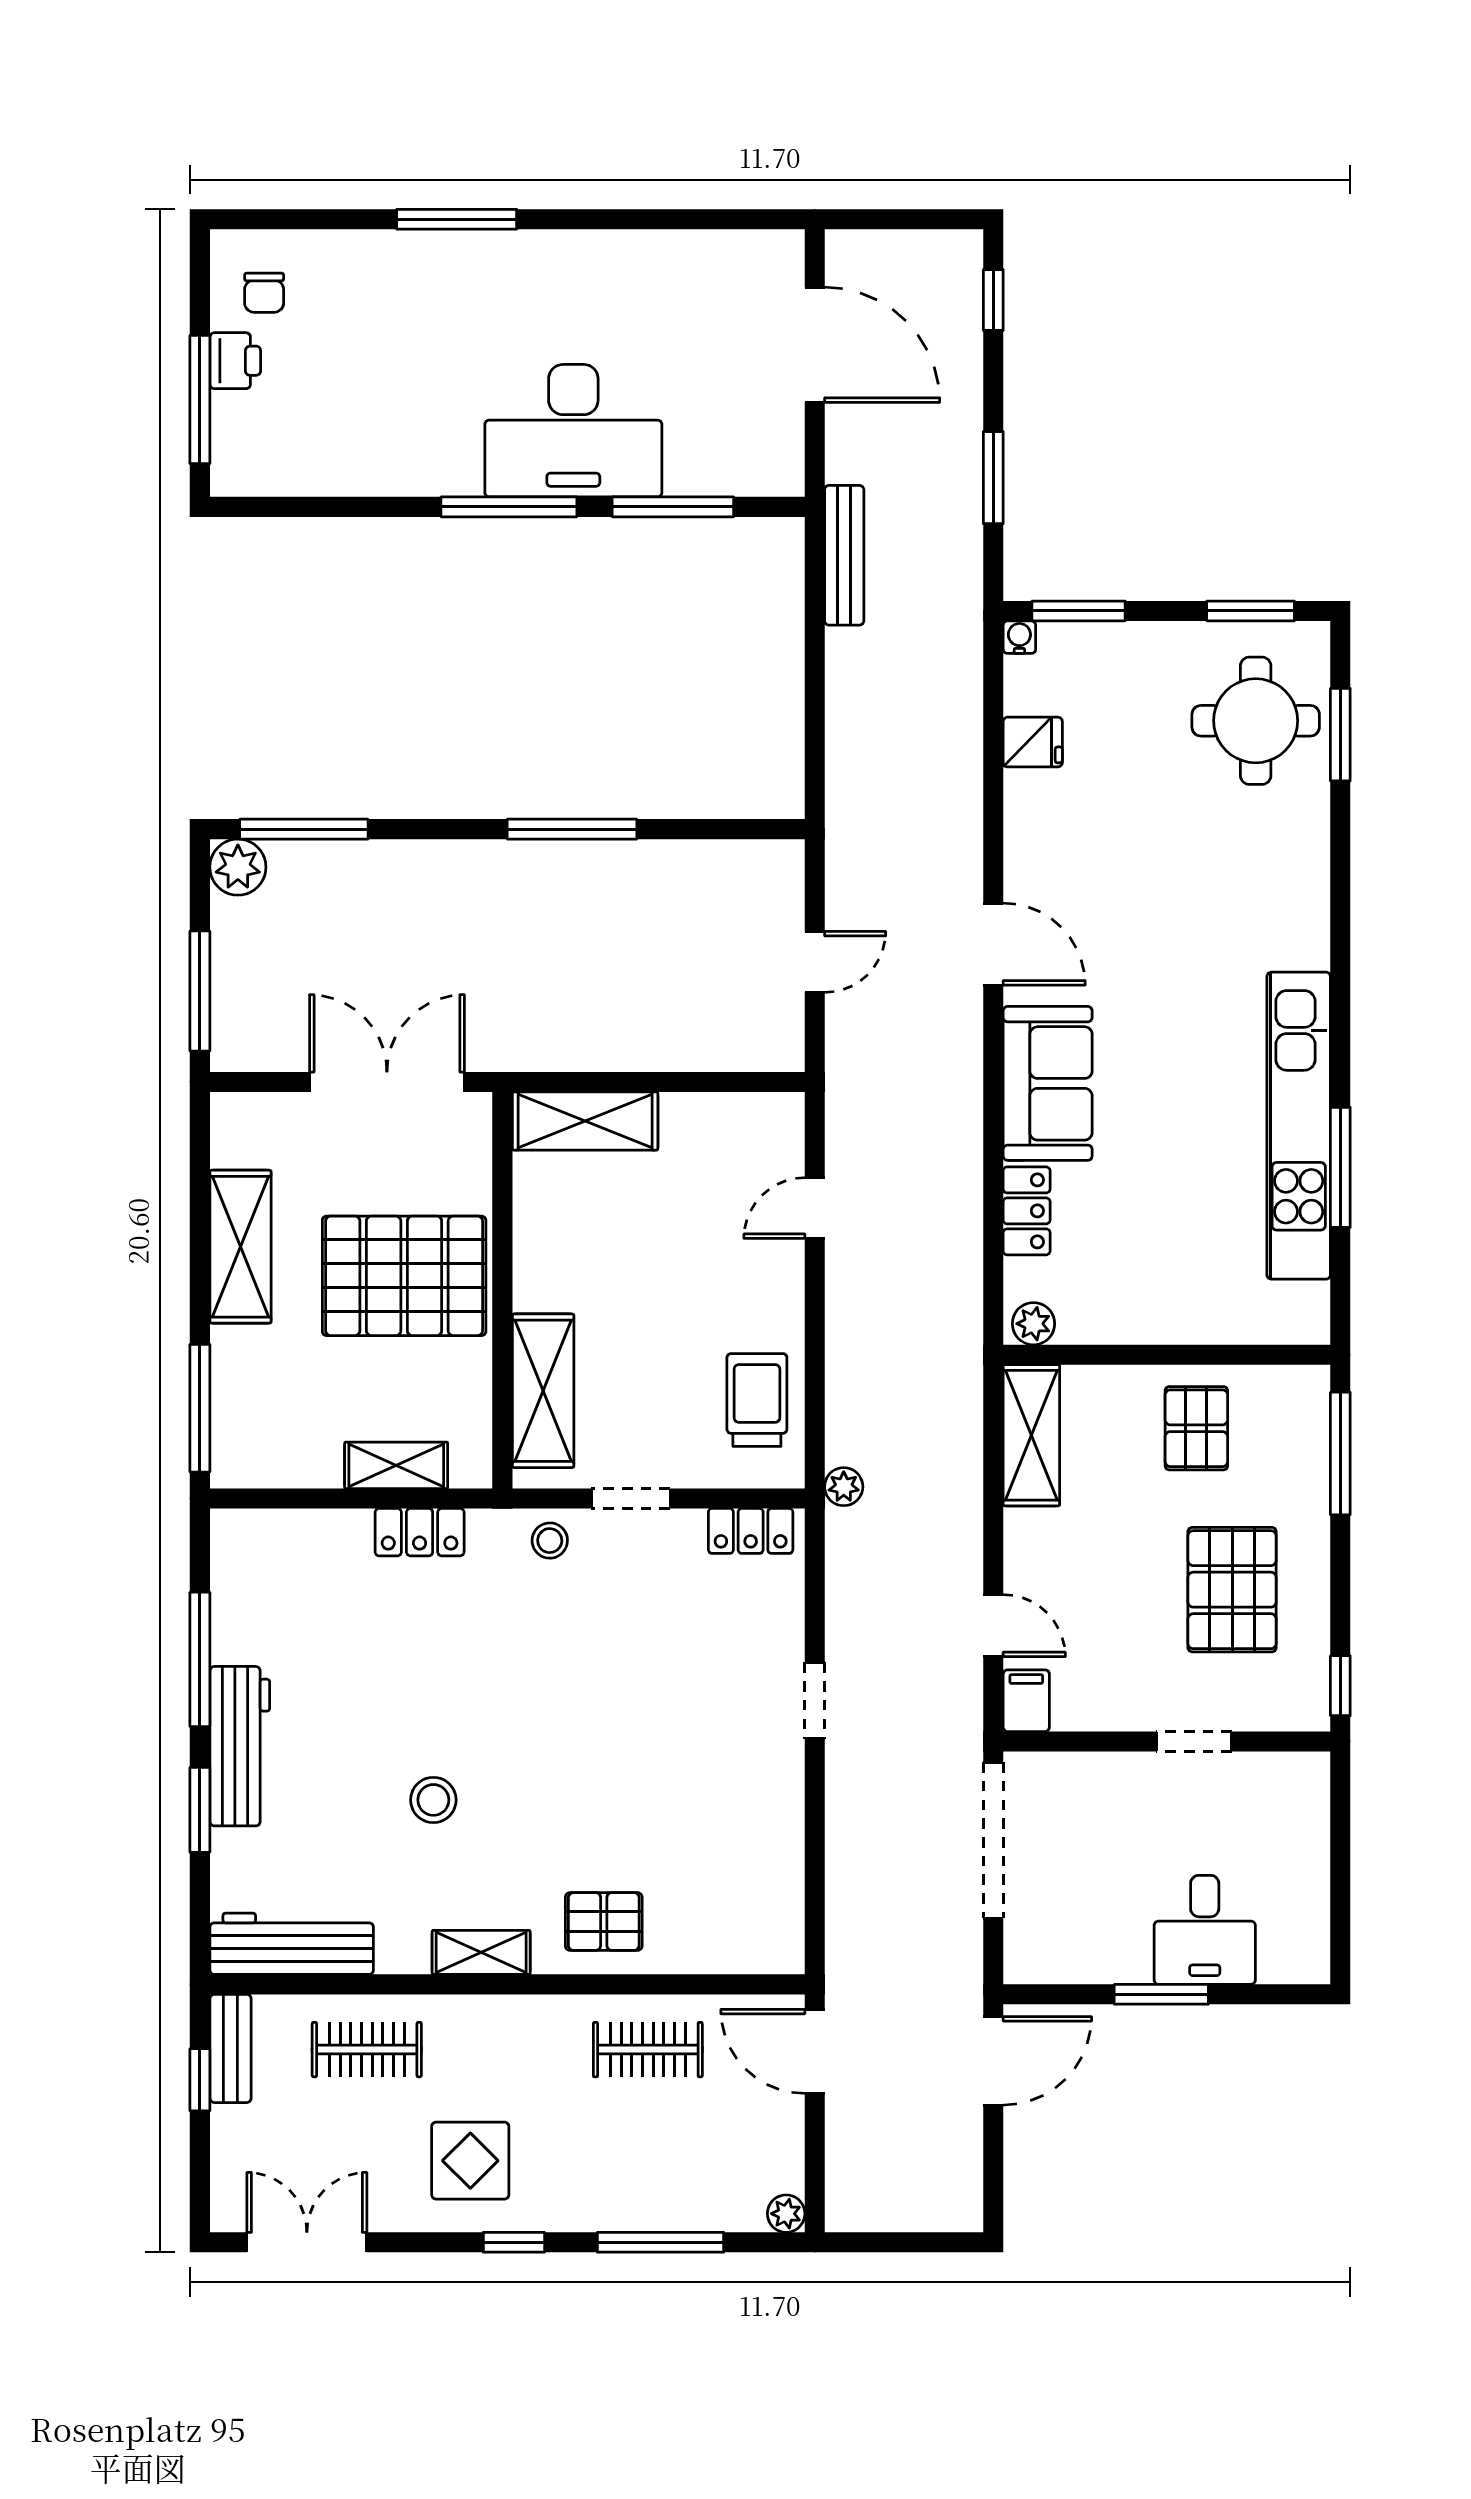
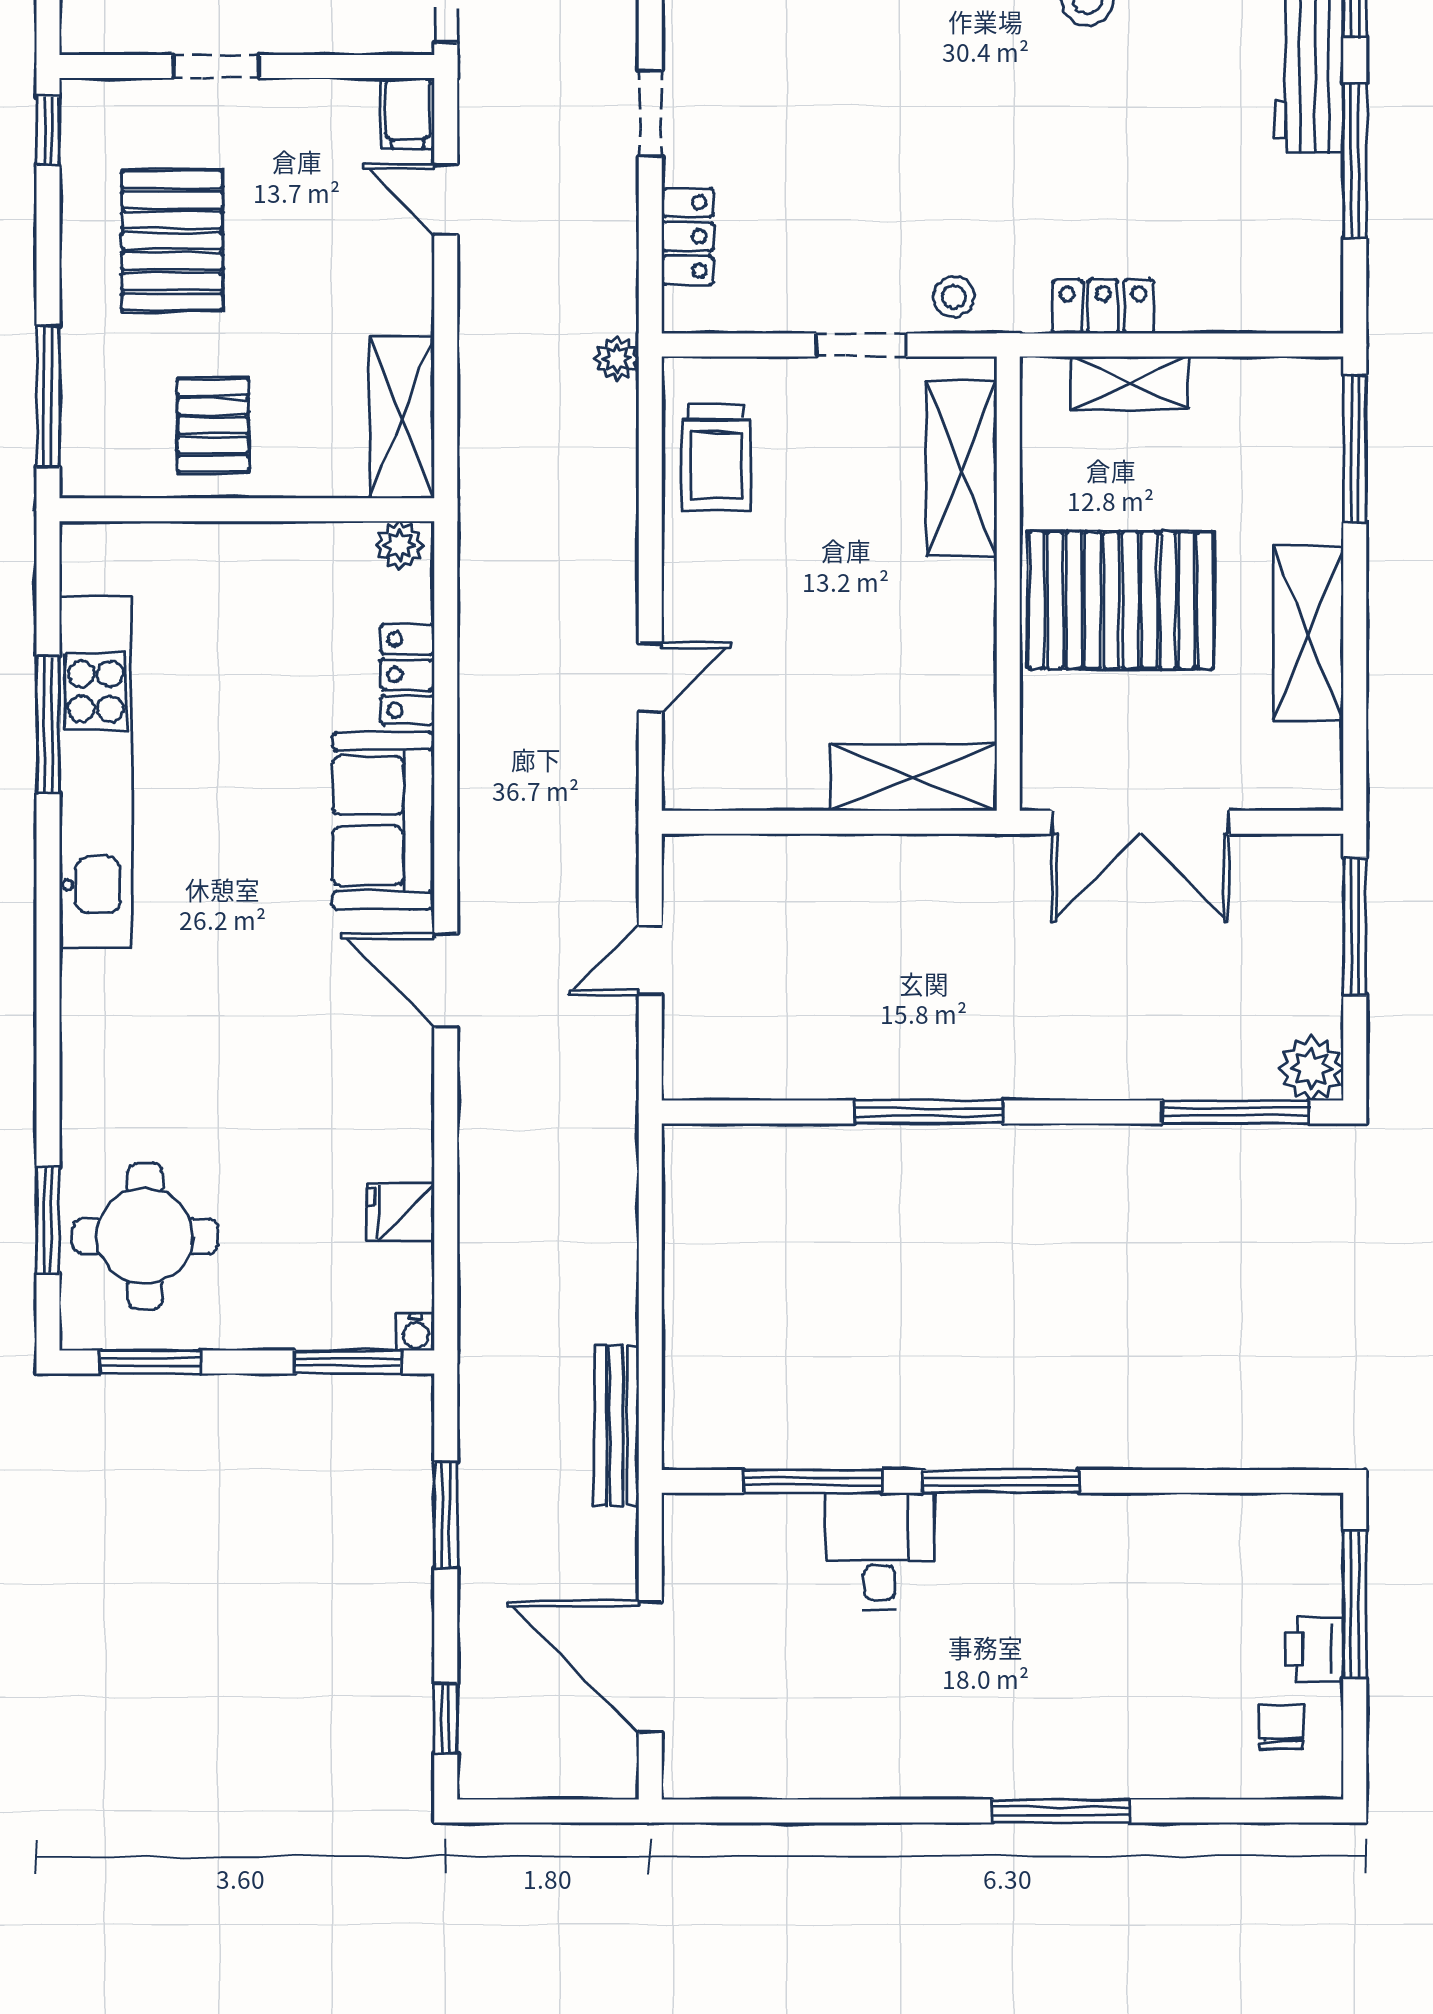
desk: (573, 431) -> (880, 1551), width x0.53, depth x0.77
locker: (751, 1531) -> (687, 236), moved, turned 90

